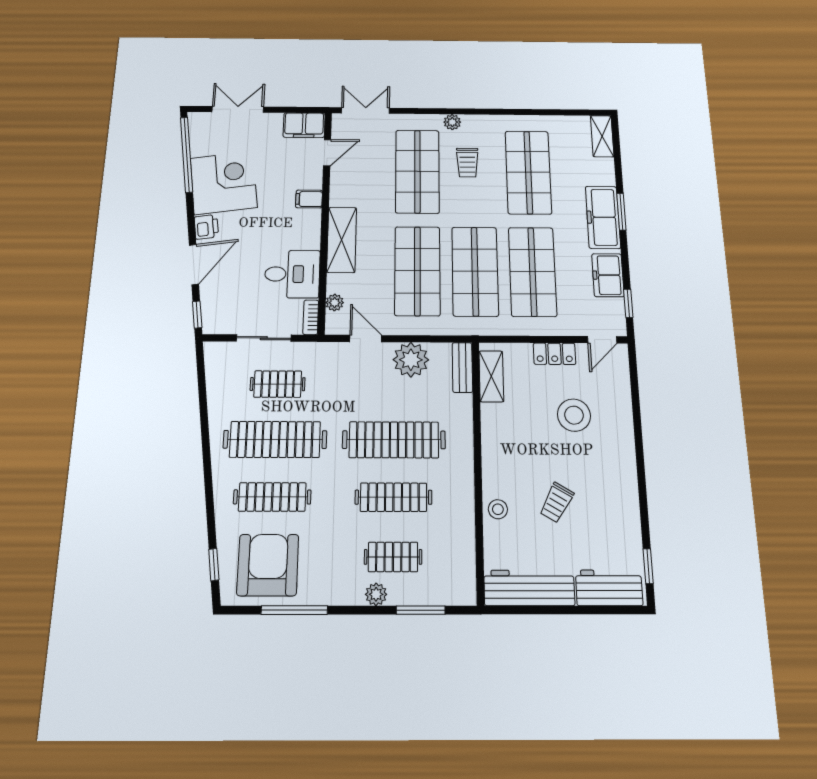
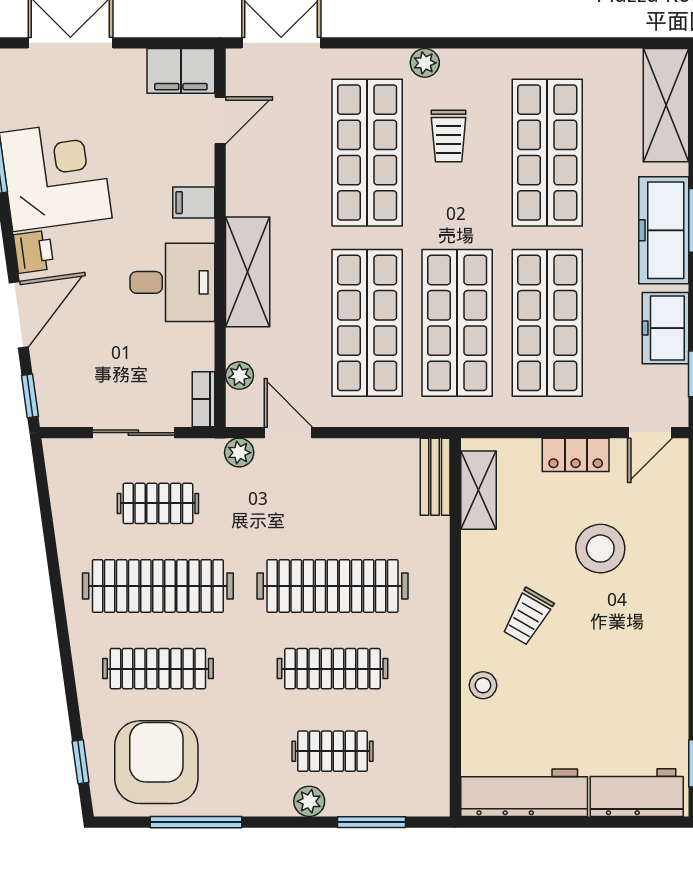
shelving: (602, 136) -> (666, 105), width x1.50, depth x1.33
desk: (292, 274) -> (172, 282), moved
plant: (411, 360) -> (239, 453), moved, width x0.53, depth x0.53
trolley: (557, 503) -> (528, 617), moved

